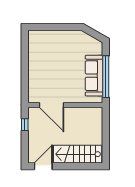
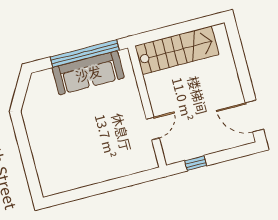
door: (52, 105) -> (153, 128), width x0.53
stairs: (78, 154) -> (177, 50), moved, turned -90

